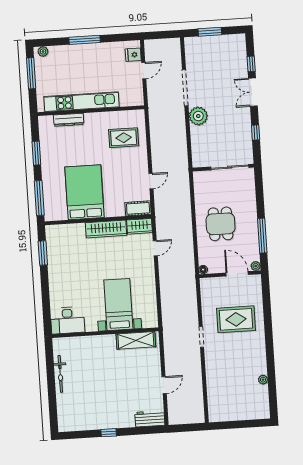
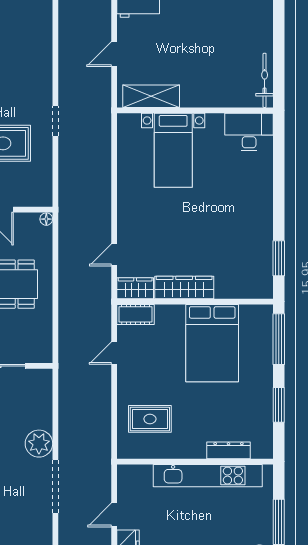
bed with nightstands: (118, 305) -> (173, 150), moved
desk: (67, 320) -> (249, 132), moved
wall: (105, 333) -> (195, 110), moved
shelving: (136, 340) -> (151, 96), moved

